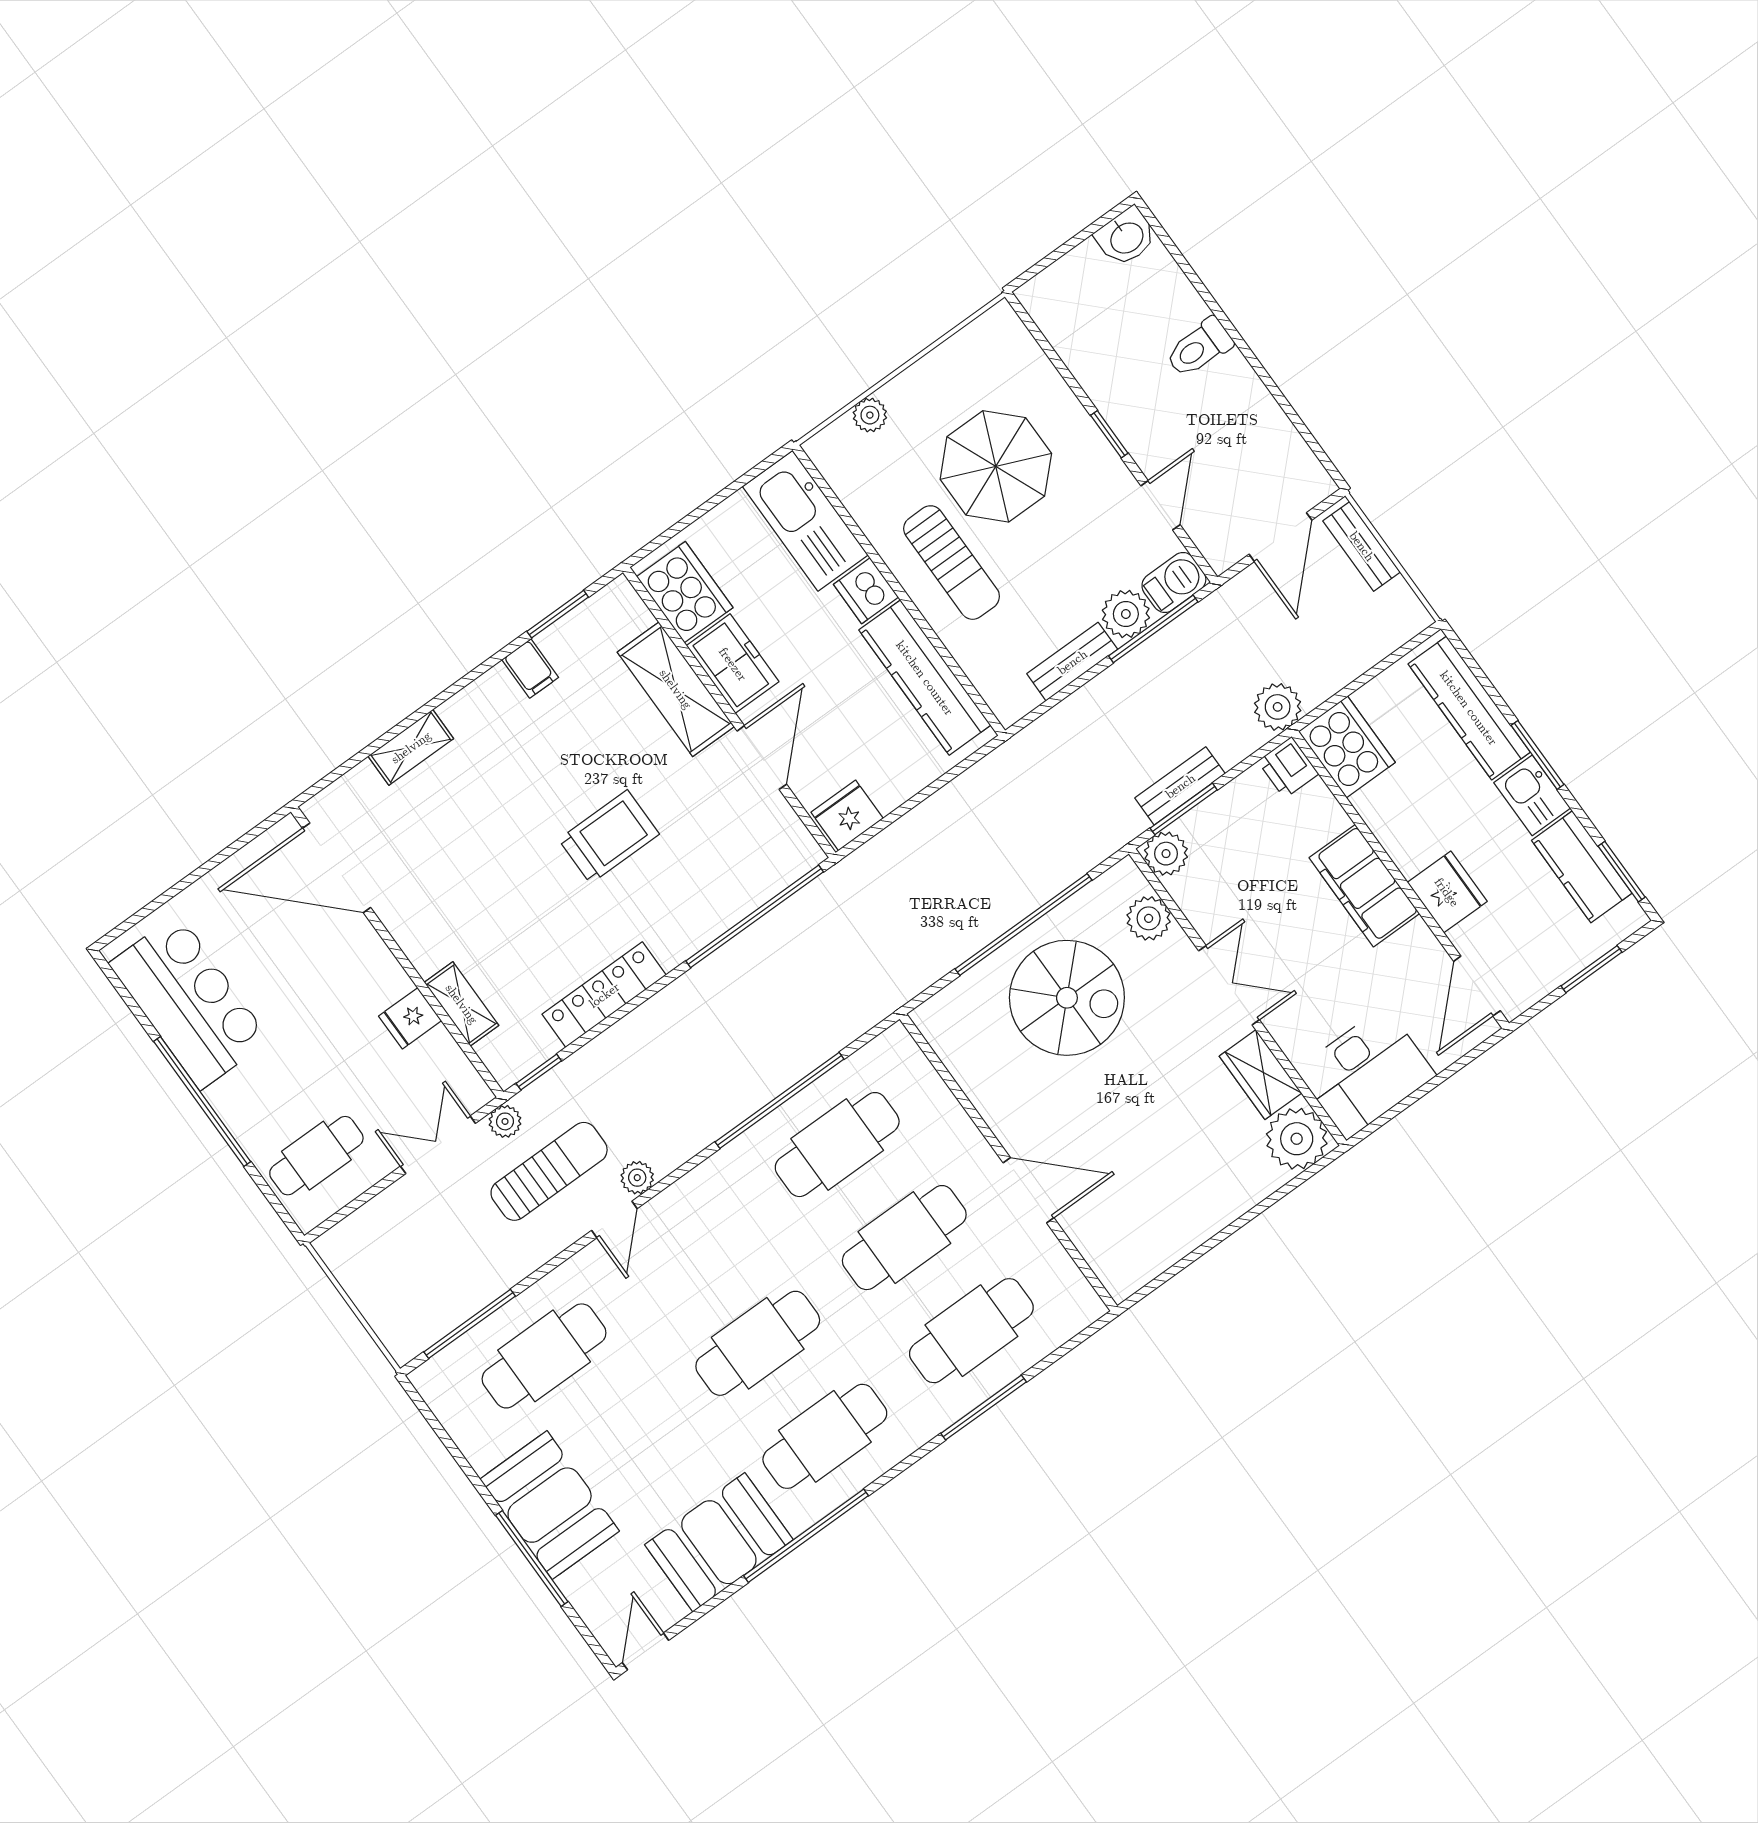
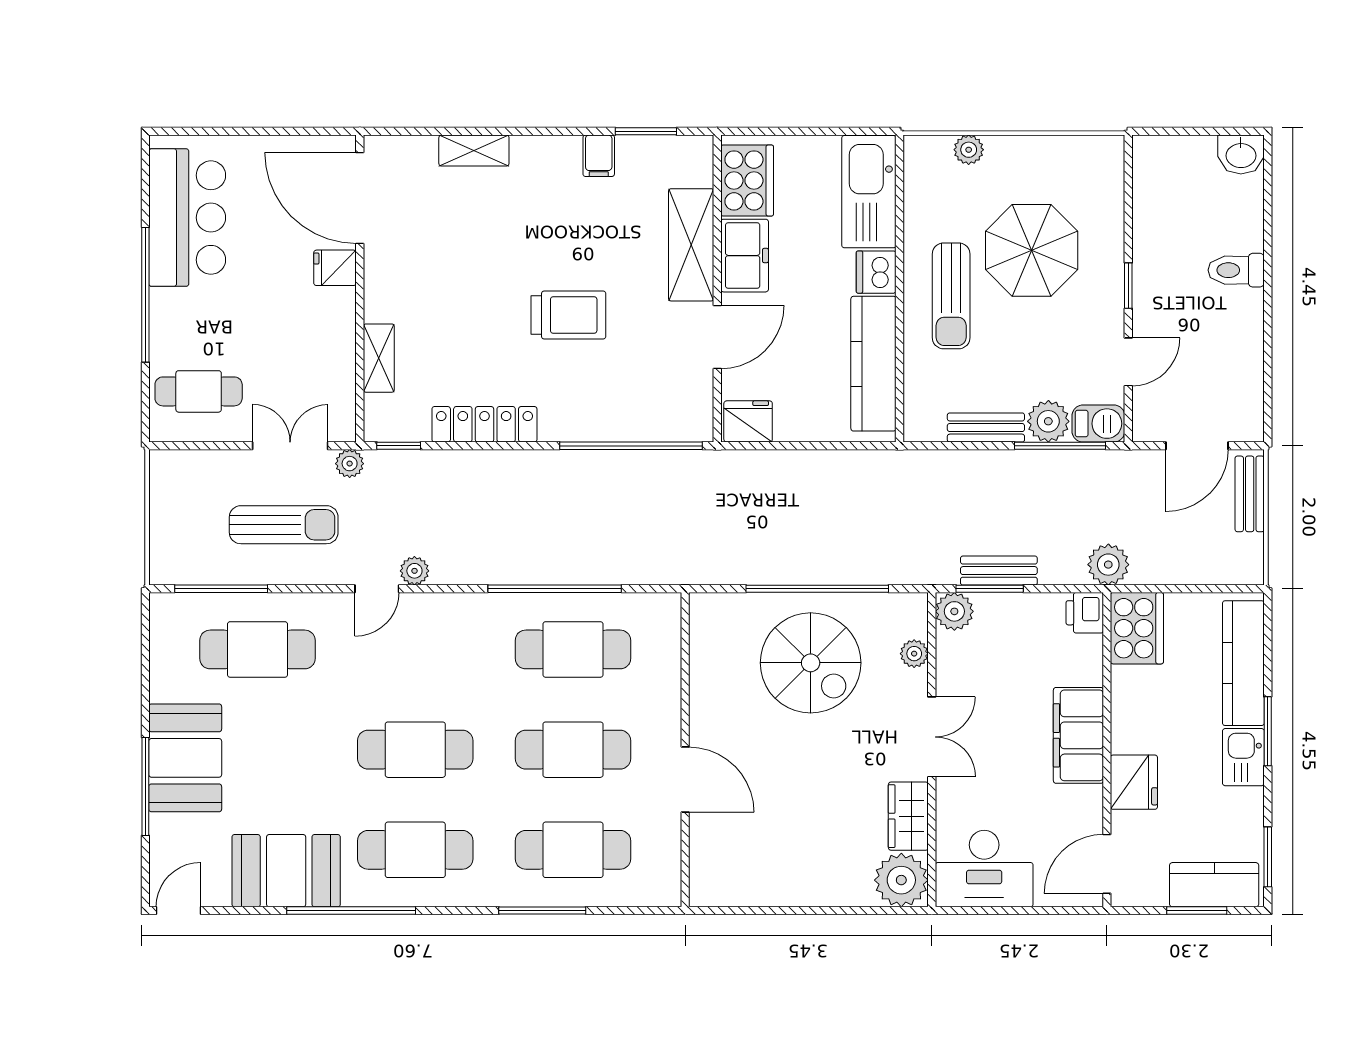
kitchen counter: (1582, 867) -> (1214, 885), moved, turned 90
plant: (1149, 918) -> (914, 654), width x0.73, depth x0.73
fridge: (410, 1018) -> (335, 268), moved
sun lounger: (549, 1171) -> (284, 525), moved

